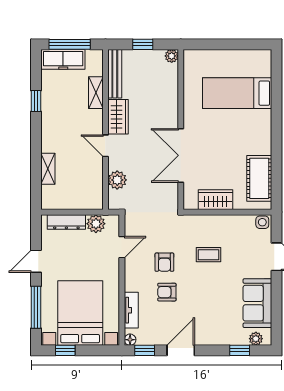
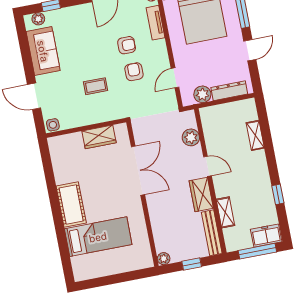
freezer: (63, 59) -> (266, 236), width x0.71
cot: (259, 178) -> (71, 205), moved

